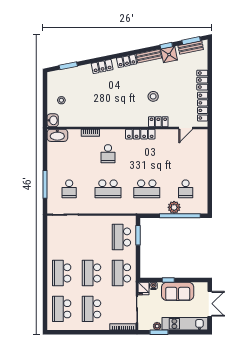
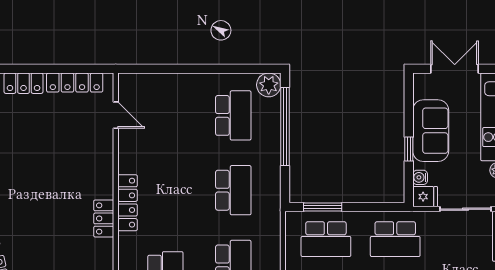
stool: (153, 96) -> (55, 178), removed
locker: (158, 122) -> (104, 218), moved
school desk: (186, 189) -> (233, 115), width x1.85
plant: (174, 207) -> (269, 85), moved

